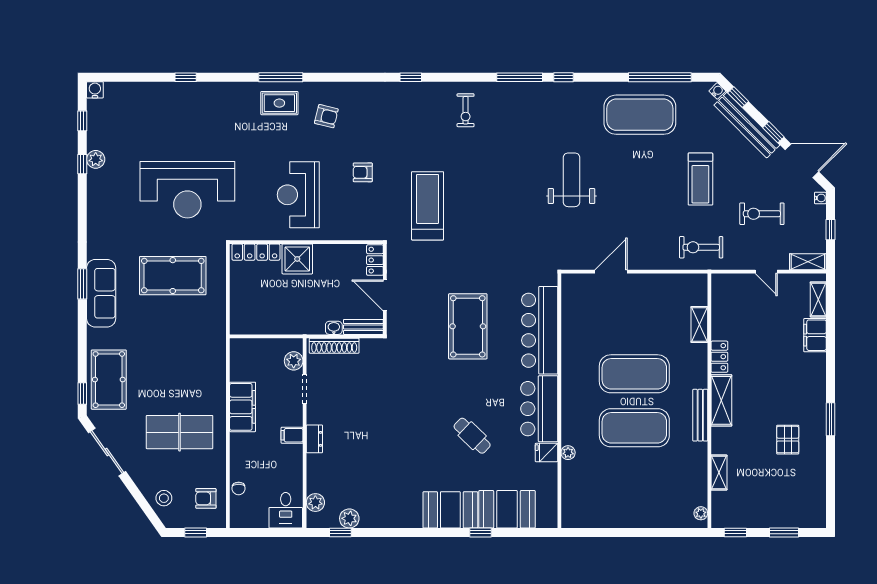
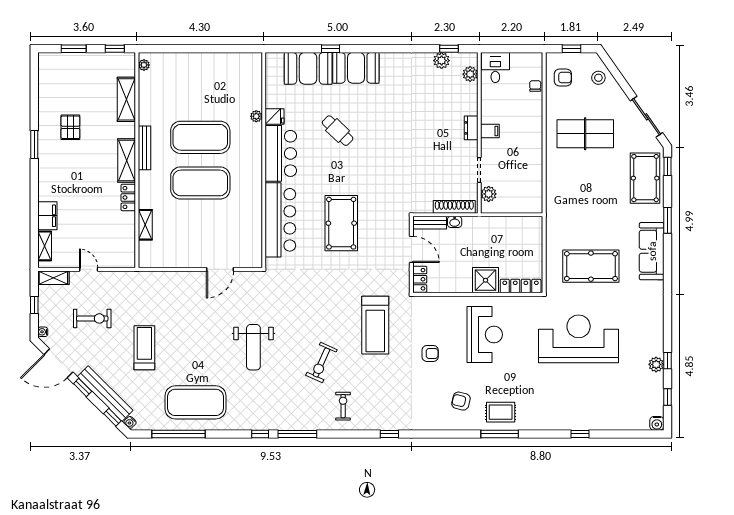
exercise bike: (701, 247) -> (321, 363), moved, turned 114
window: (82, 284) -> (667, 220), moved
filing cabinet: (243, 407) -> (532, 155), removed
shelving: (719, 473) -> (126, 99), width x1.50, depth x1.33

